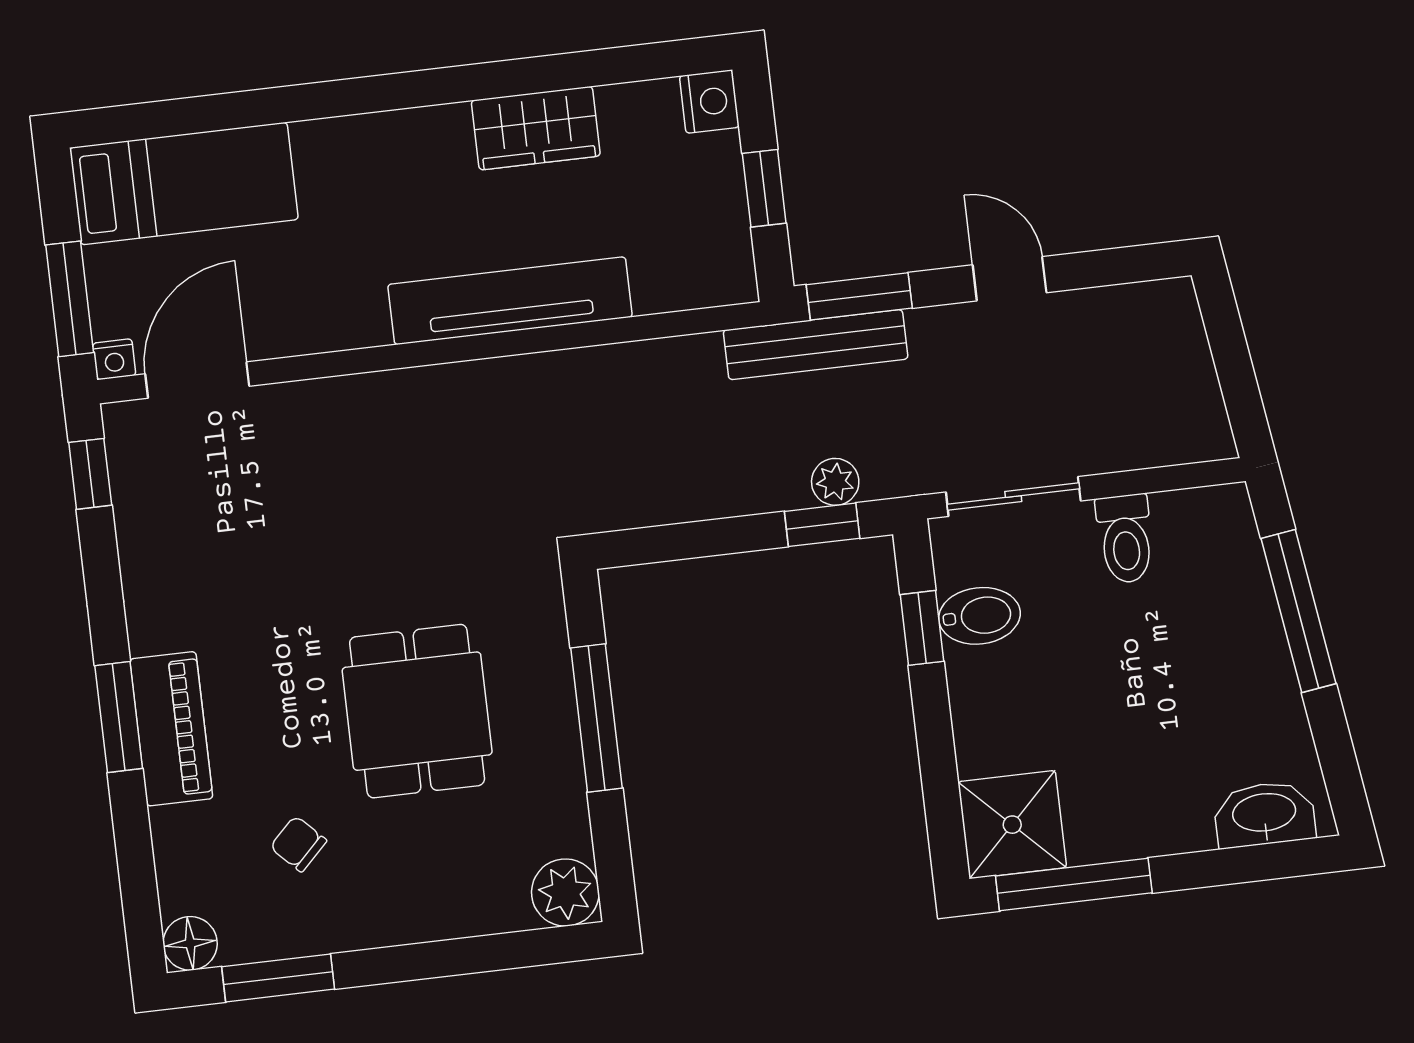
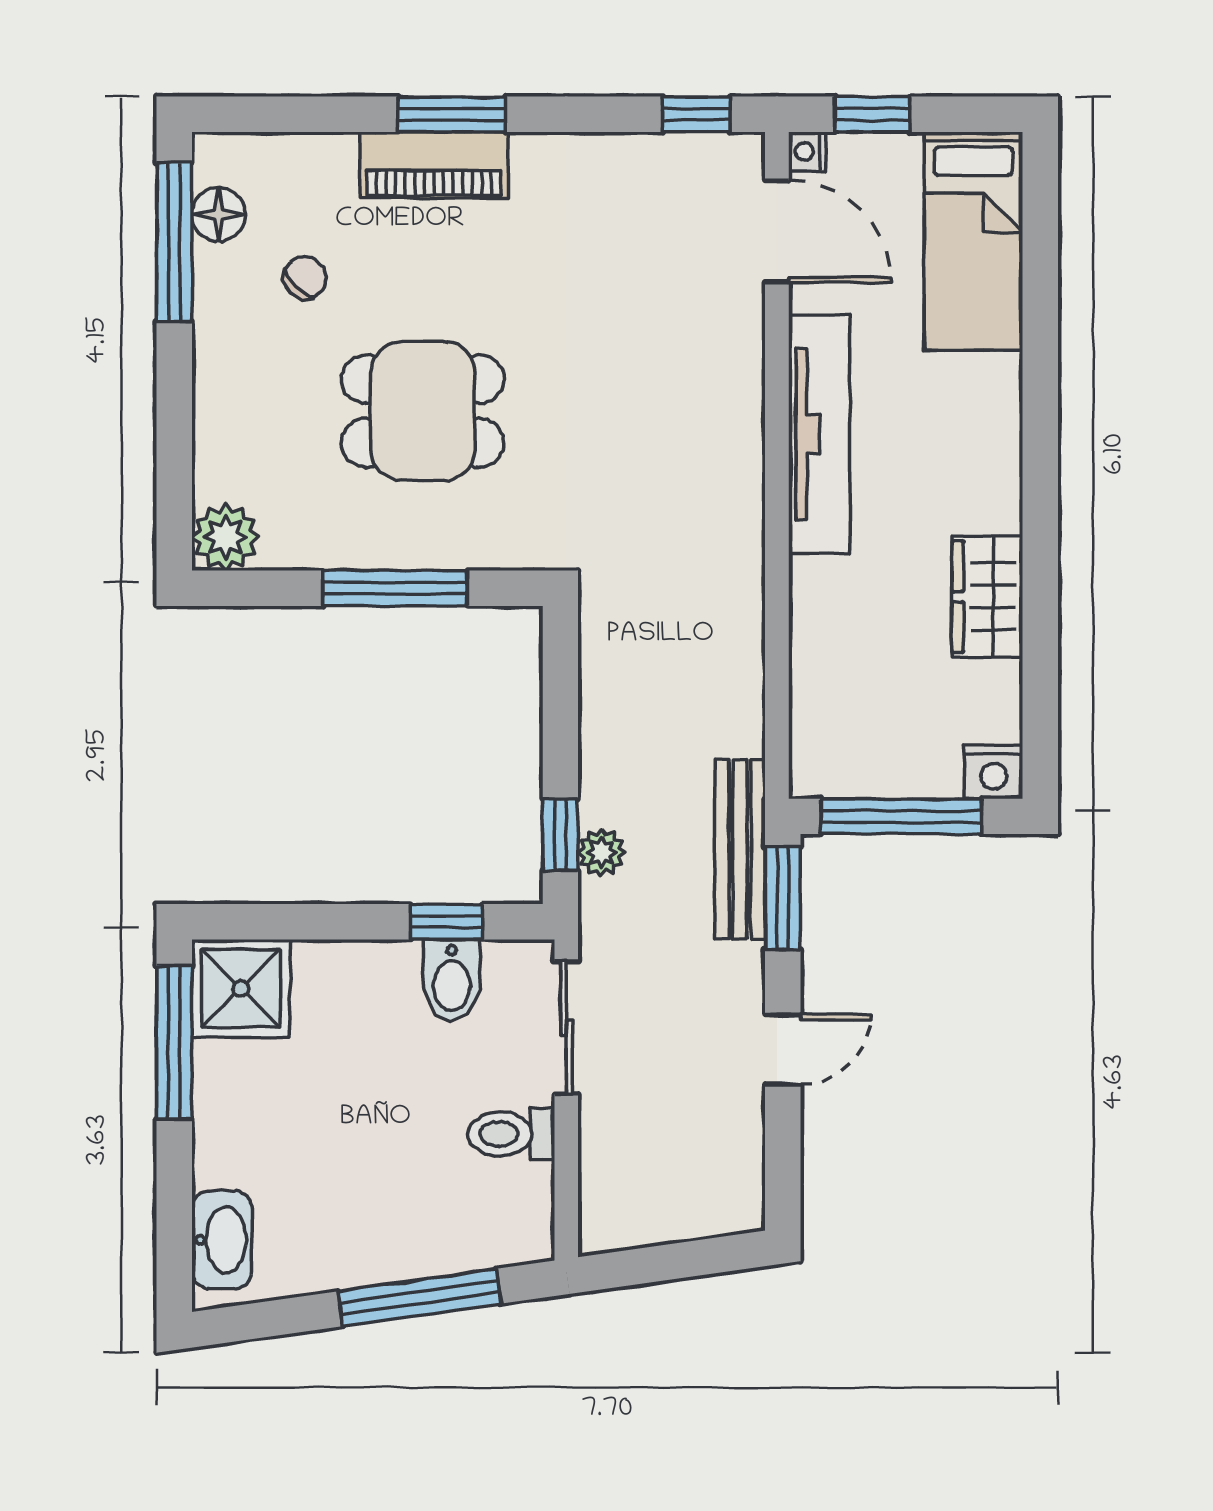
window: (764, 188) -> (901, 816), width x2.17
window: (70, 299) -> (872, 114), width x0.67
tv unit: (510, 301) -> (819, 434), moved
floor lamp: (190, 943) -> (219, 214), moved
window: (278, 978) -> (174, 242), width x1.44

